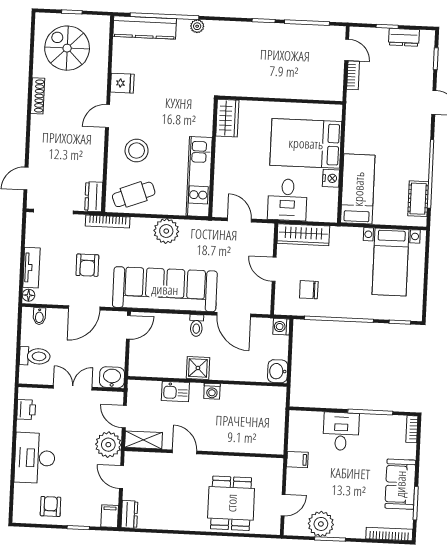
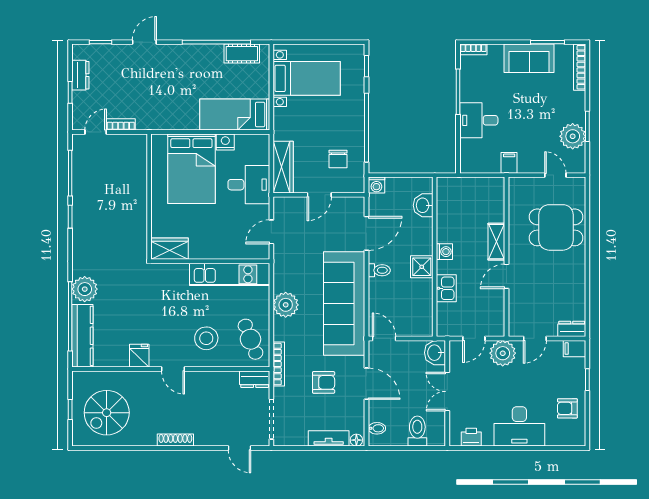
plant: (197, 26) -> (85, 289), width x1.87, depth x1.87
shoe rack: (38, 96) -> (175, 440), moved
washbasin: (278, 371) -> (423, 205), moved, turned 90
shelving: (143, 440) -> (496, 242), moved

